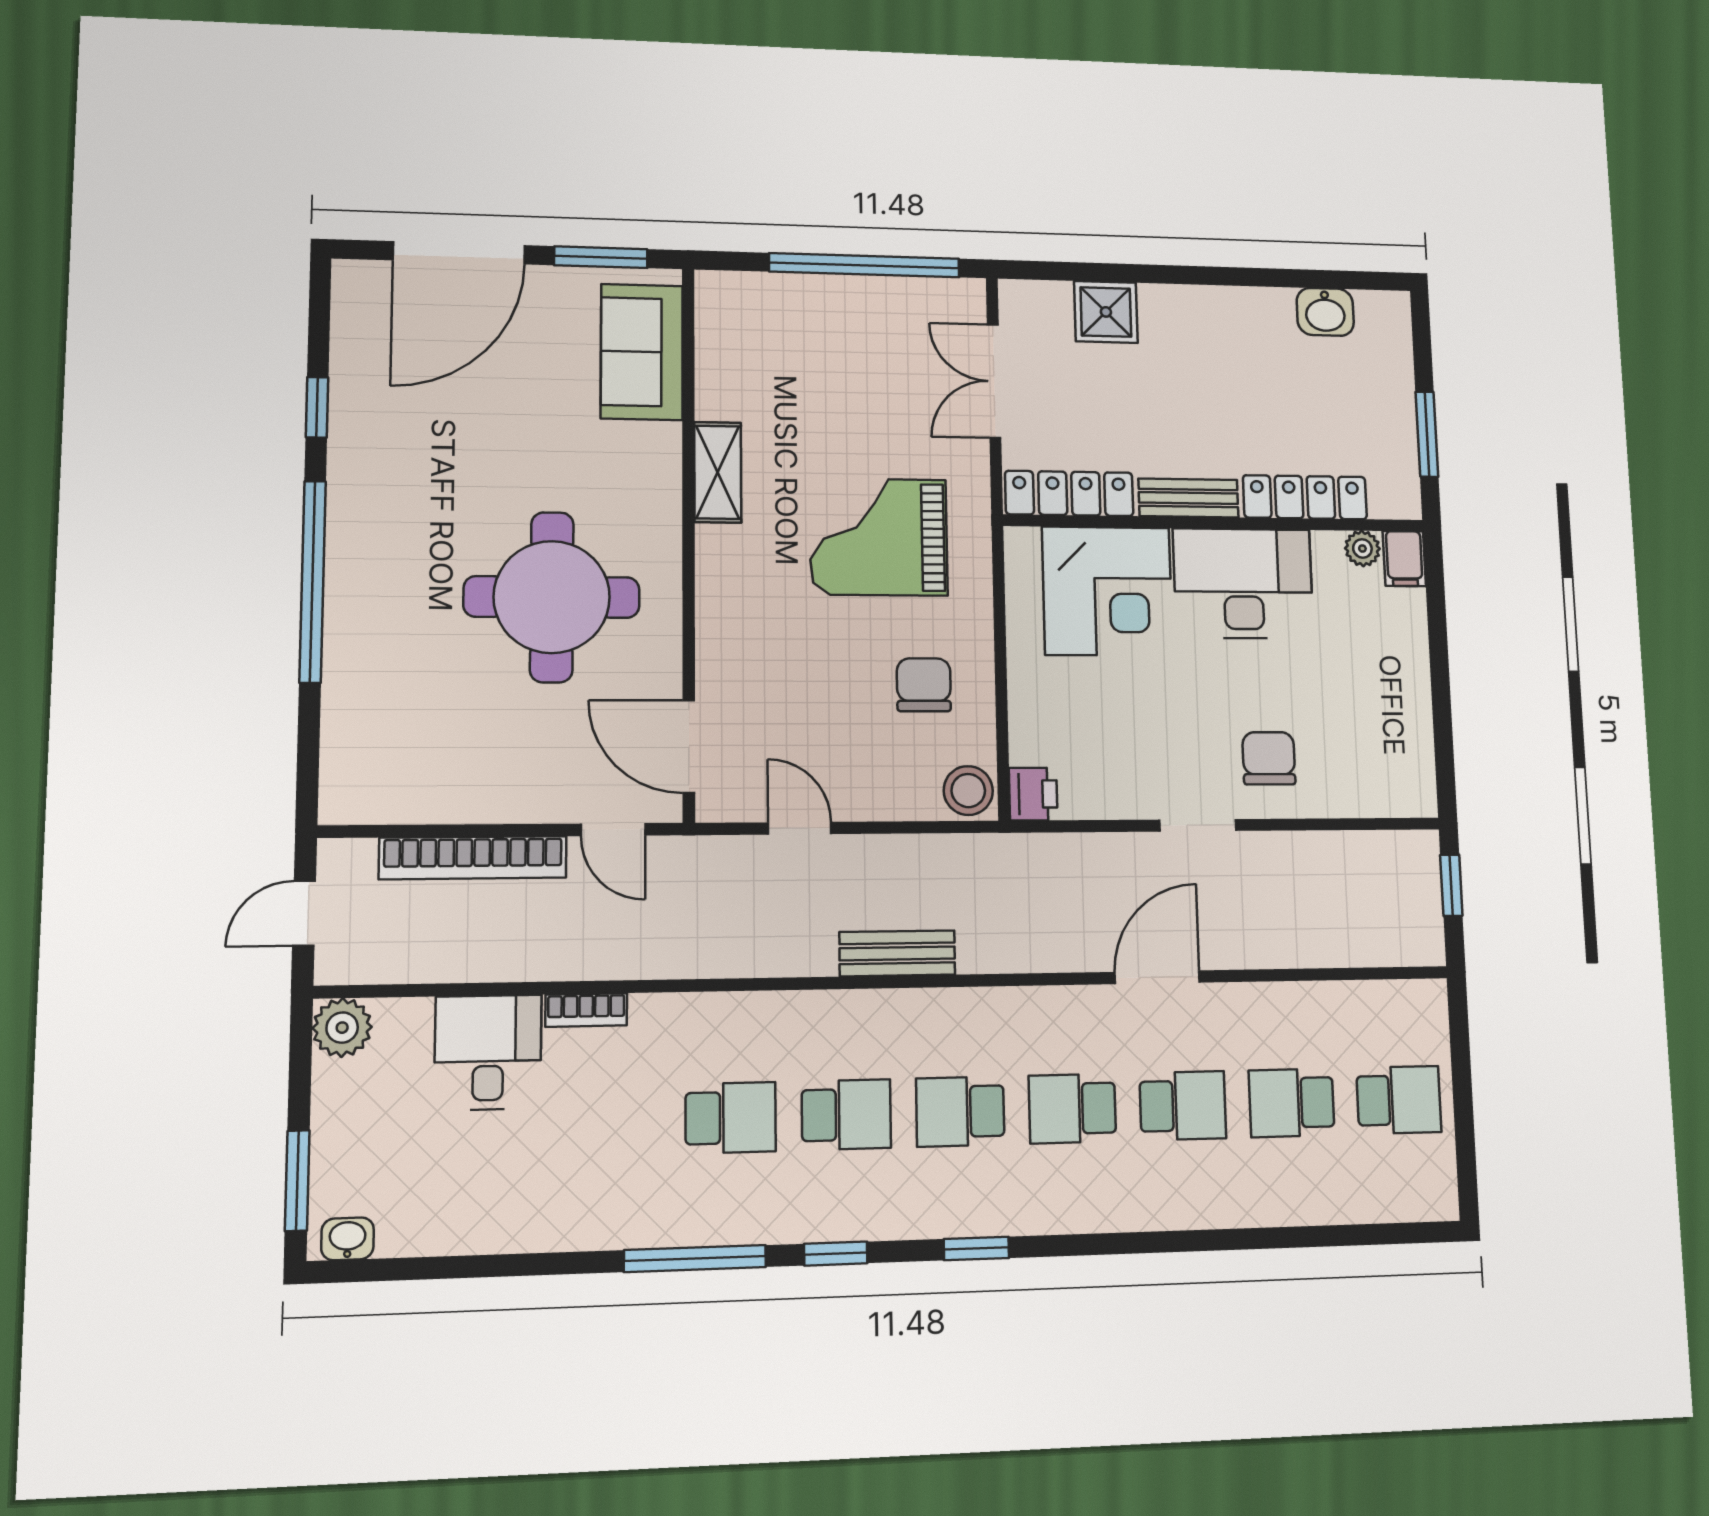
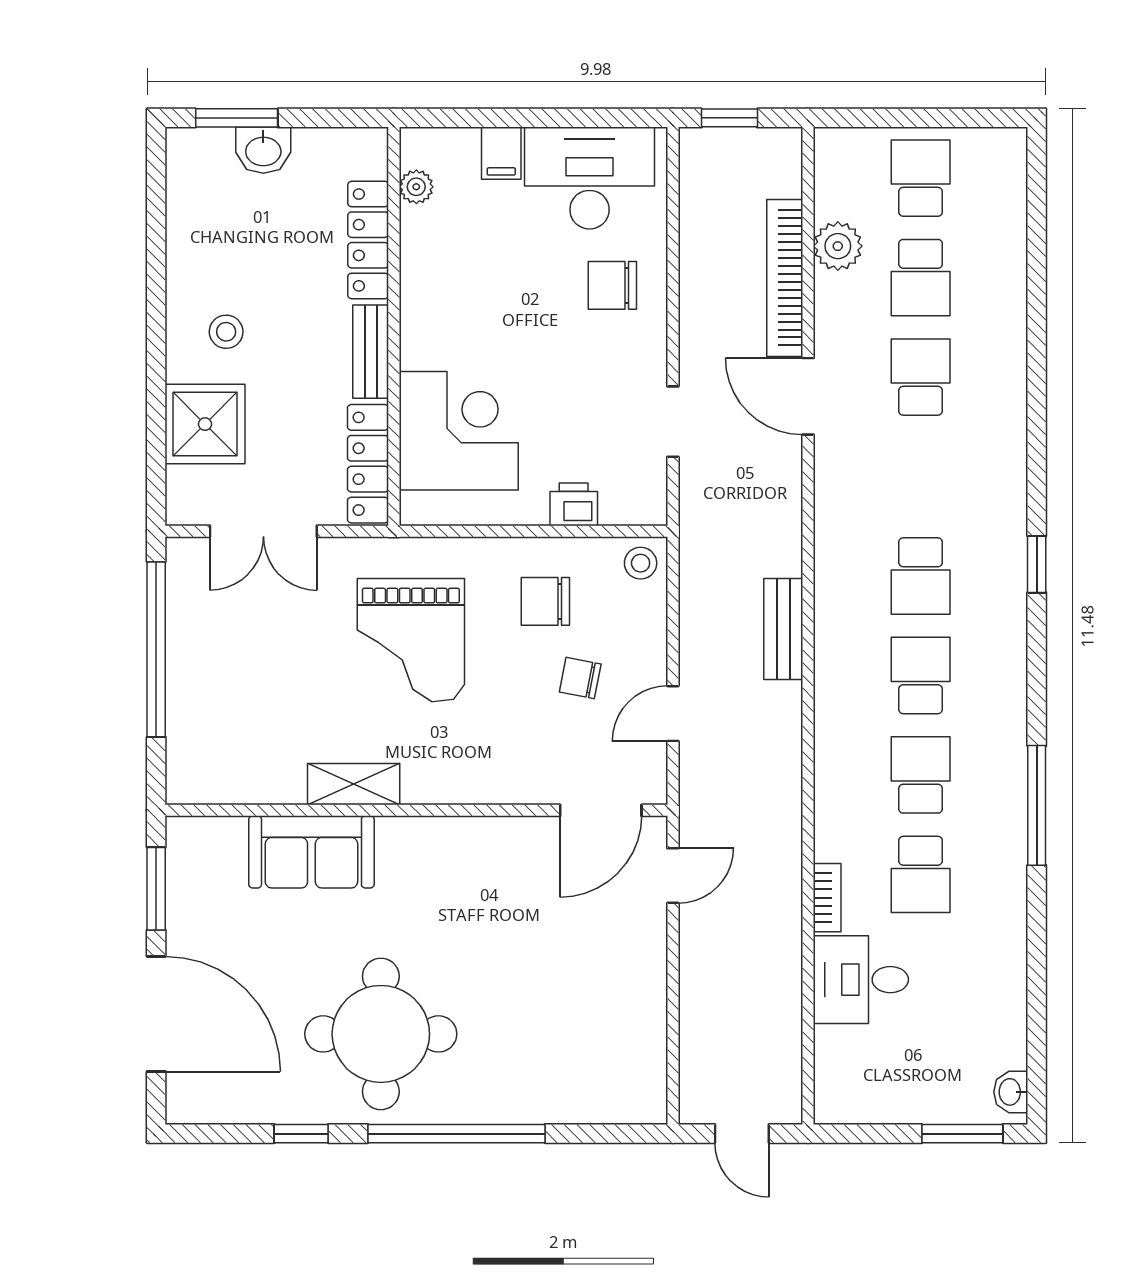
shower: (1106, 312) -> (205, 424), width x1.36, depth x1.36
washbasin: (1325, 312) -> (263, 150), moved, turned 90
stool: (1204, 347) -> (226, 332), added
sofa: (642, 352) -> (311, 852), moved
window: (1427, 434) -> (237, 118), moved
filing cabinet: (1404, 559) -> (501, 153), moved, turned 90
desk: (1243, 583) -> (590, 178), moved, turned 90
round table: (552, 597) -> (381, 1034), moved
chair: (839, 723) -> (580, 678), added
stool: (968, 791) -> (641, 563), width x0.73, depth x0.73
printer: (1033, 794) -> (574, 504), moved
doorway: (1198, 825) -> (673, 422), moved
bookcase: (473, 858) -> (785, 278), moved, turned 180
plant: (342, 1028) -> (838, 246), moved
school desk: (1072, 1109) -> (921, 874), moved
window: (836, 1254) -> (1037, 686), removed

